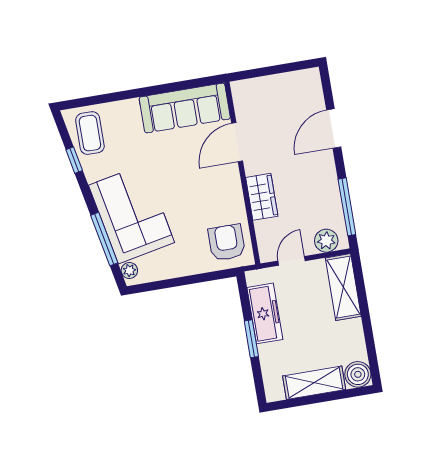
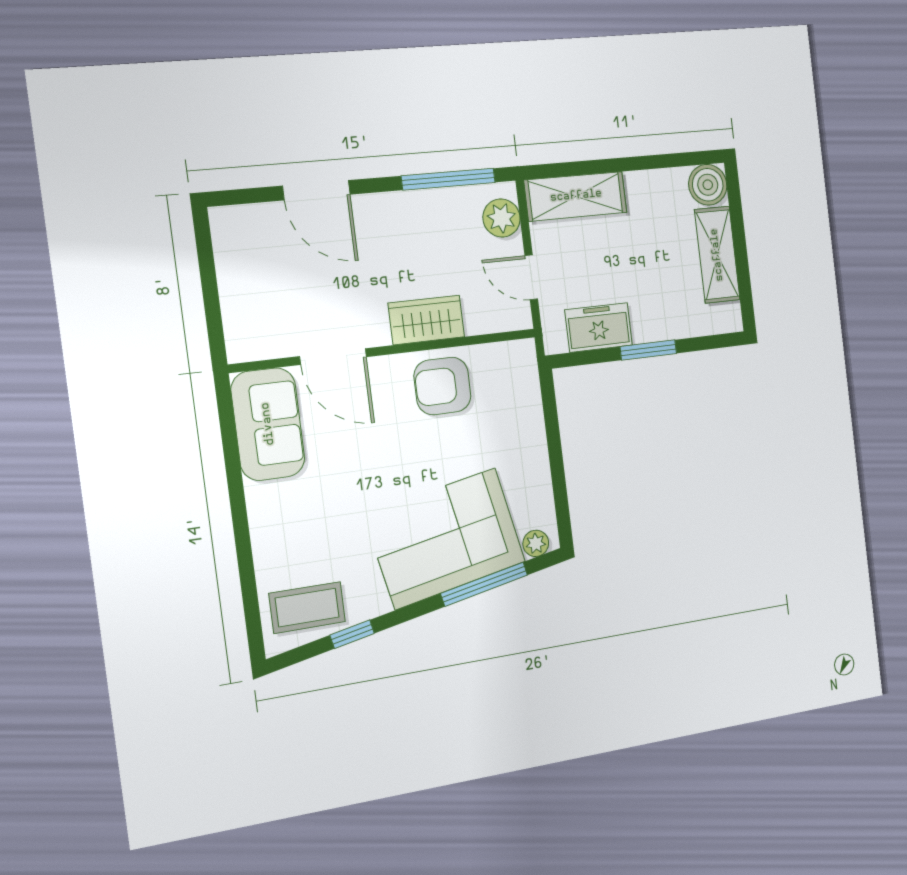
sofa: (185, 108) -> (268, 424), width x0.73
armchair: (227, 242) -> (442, 386), moved
freezer: (265, 313) -> (599, 327), width x0.71

